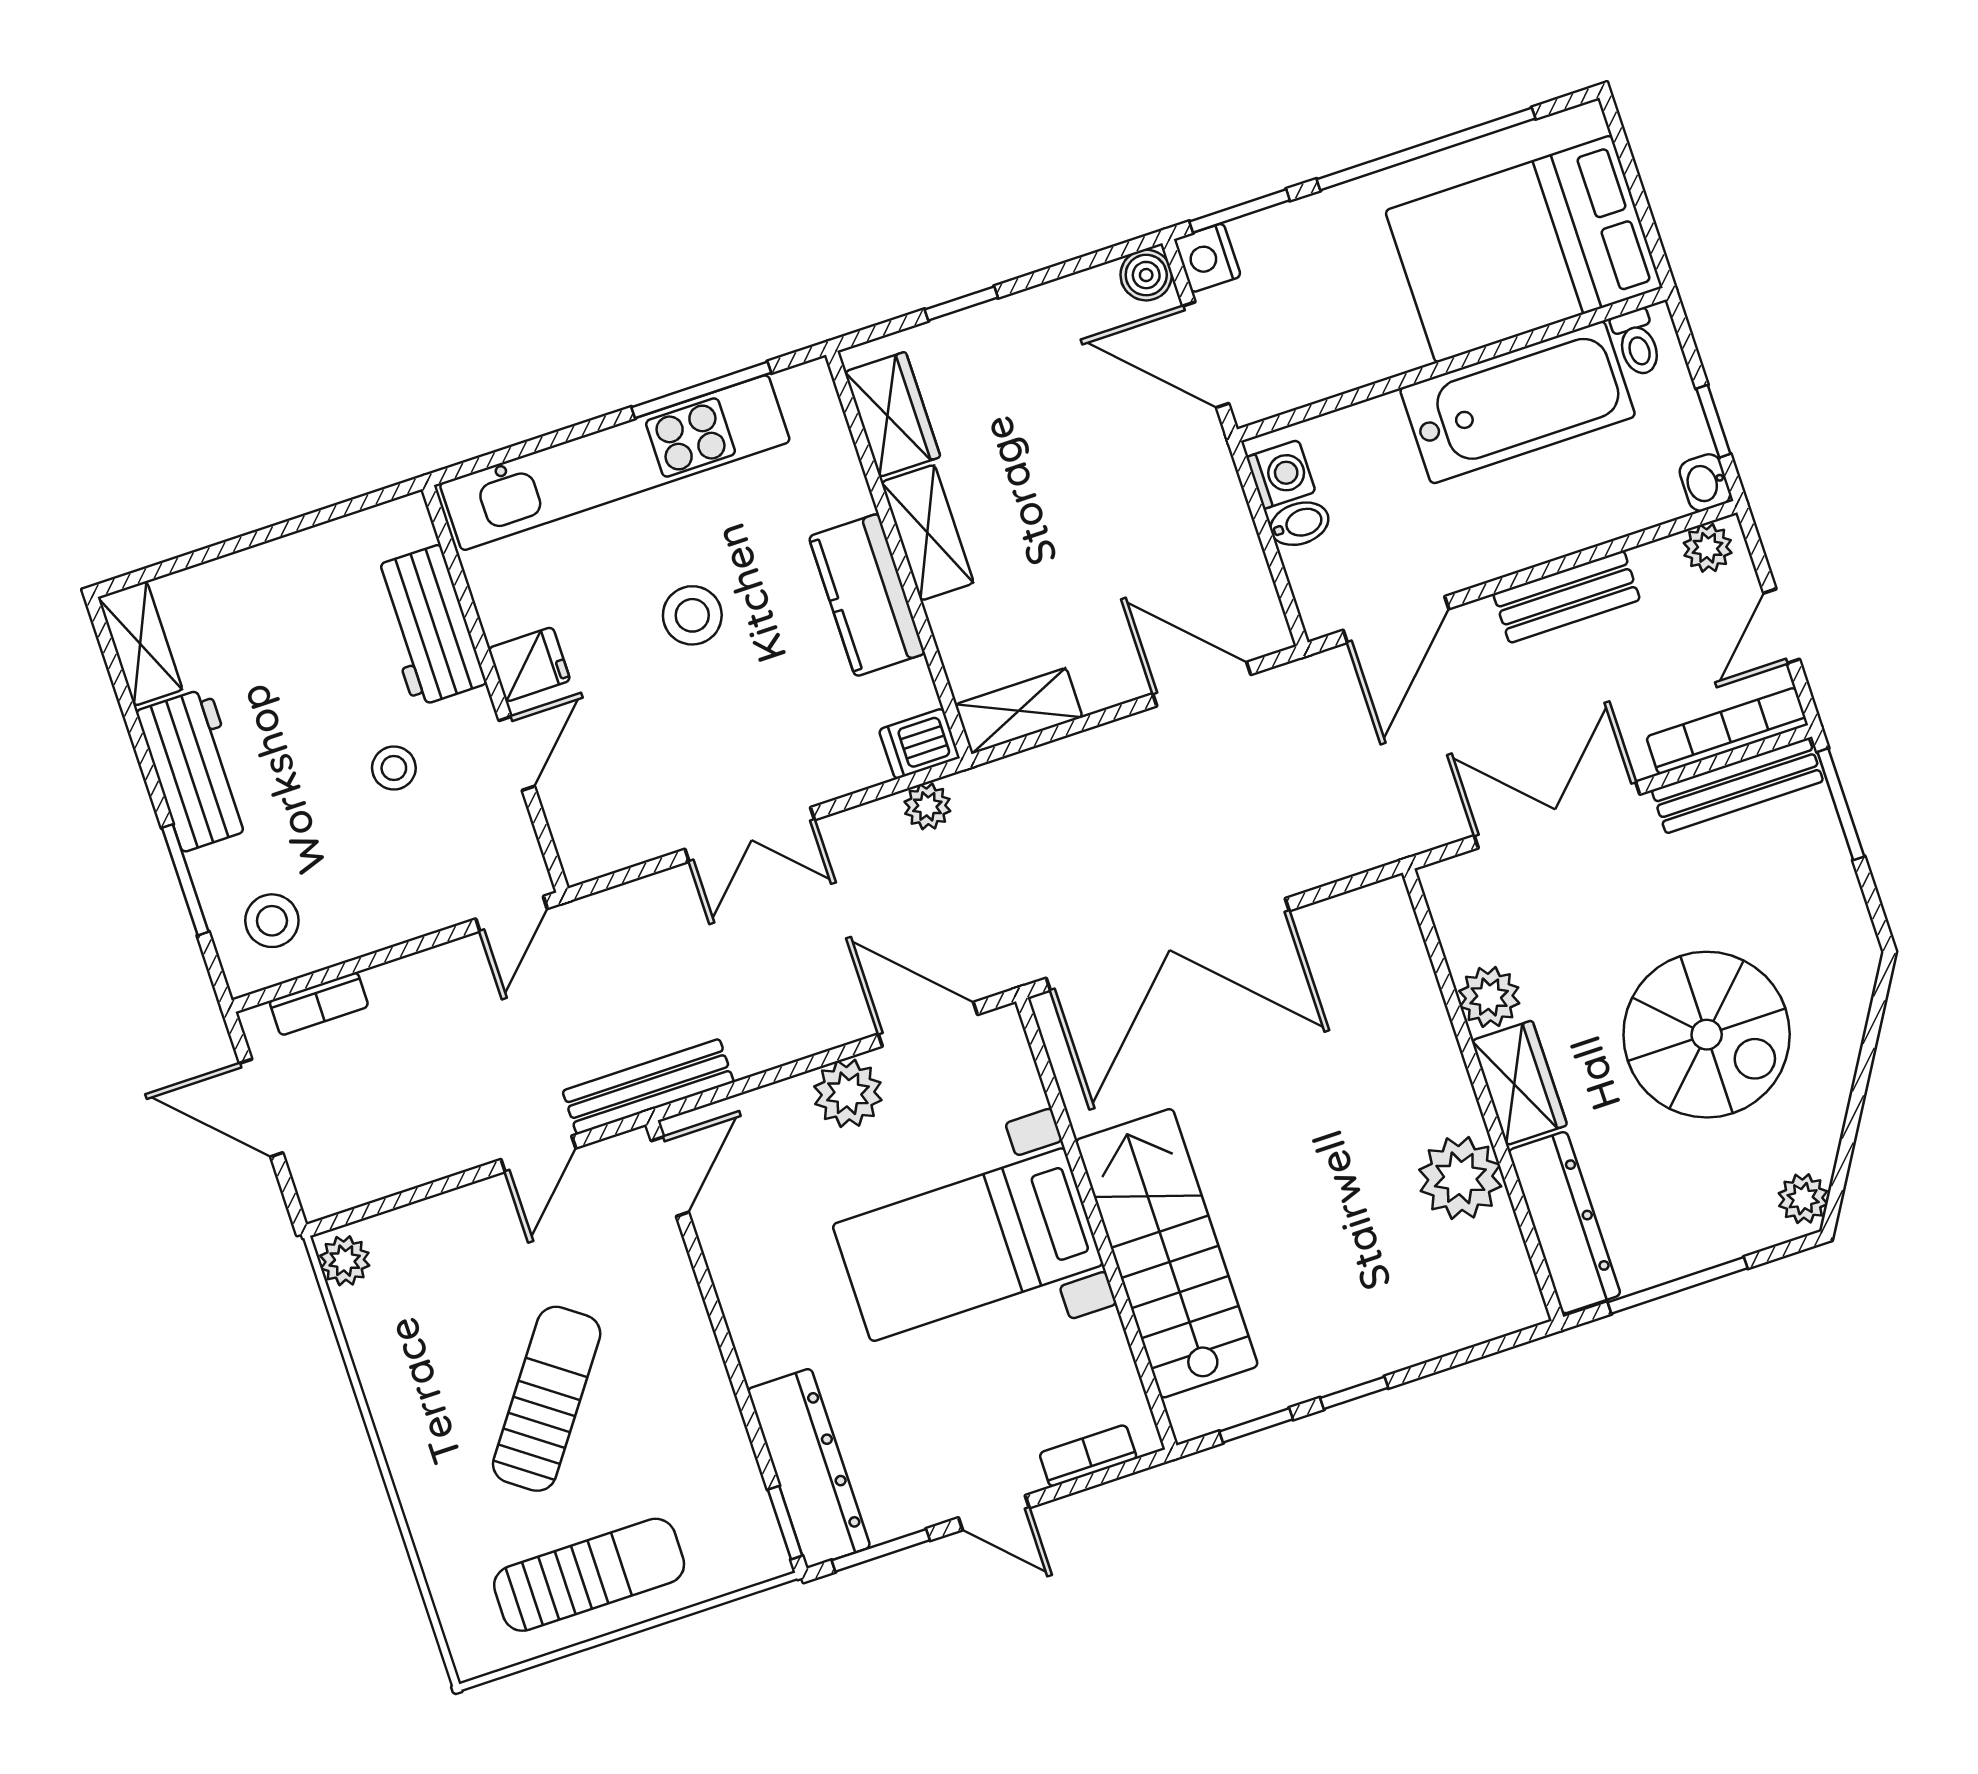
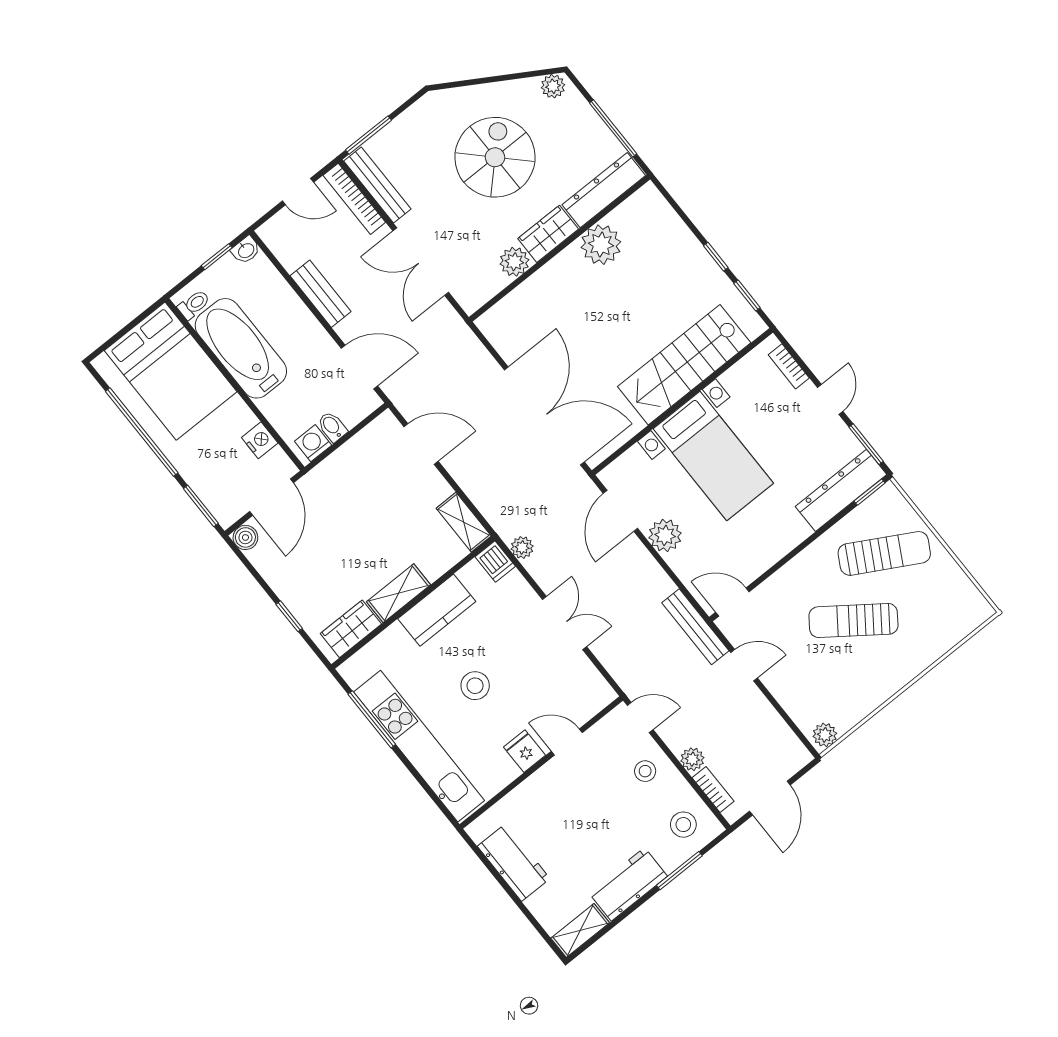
nightstand: (1207, 258) -> (260, 440), moved, turned -90
plant: (1708, 548) -> (692, 759), moved
workbench: (428, 626) -> (514, 862), moved, turned -90
door: (1202, 684) -> (421, 444), swing flipped
stool: (394, 768) -> (645, 771), moved
sun lounger: (589, 1575) -> (884, 553), moved, turned 119

